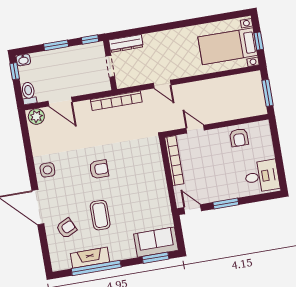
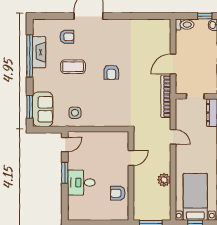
door: (162, 84) -> (173, 137), swing flipped
door: (60, 102) -> (173, 64), moved
plant: (36, 116) -> (164, 180), moved
bookcase: (174, 161) -> (108, 136), removed
side table: (47, 170) -> (75, 113), moved
desk: (262, 176) -> (81, 183), moved, turned 90
armchair: (66, 228) -> (67, 37), turned -65

